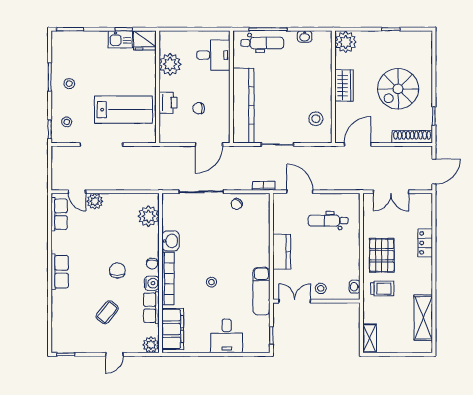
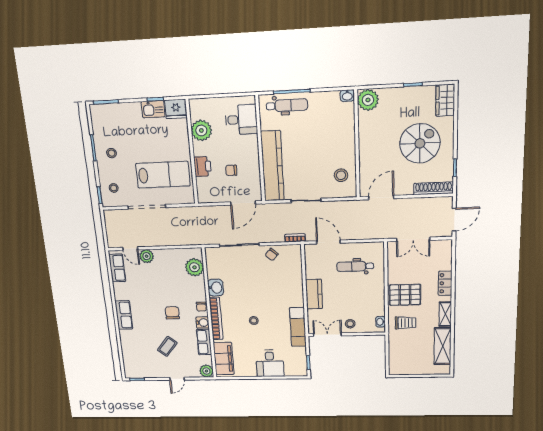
washbasin: (305, 37) -> (347, 96), moved
wardrobe: (344, 85) -> (445, 100), moved, turned 180
spiral stairs: (398, 89) -> (420, 143), turned 180
pallet: (382, 255) -> (405, 295), turned 90
shelving: (369, 338) -> (445, 314), moved

